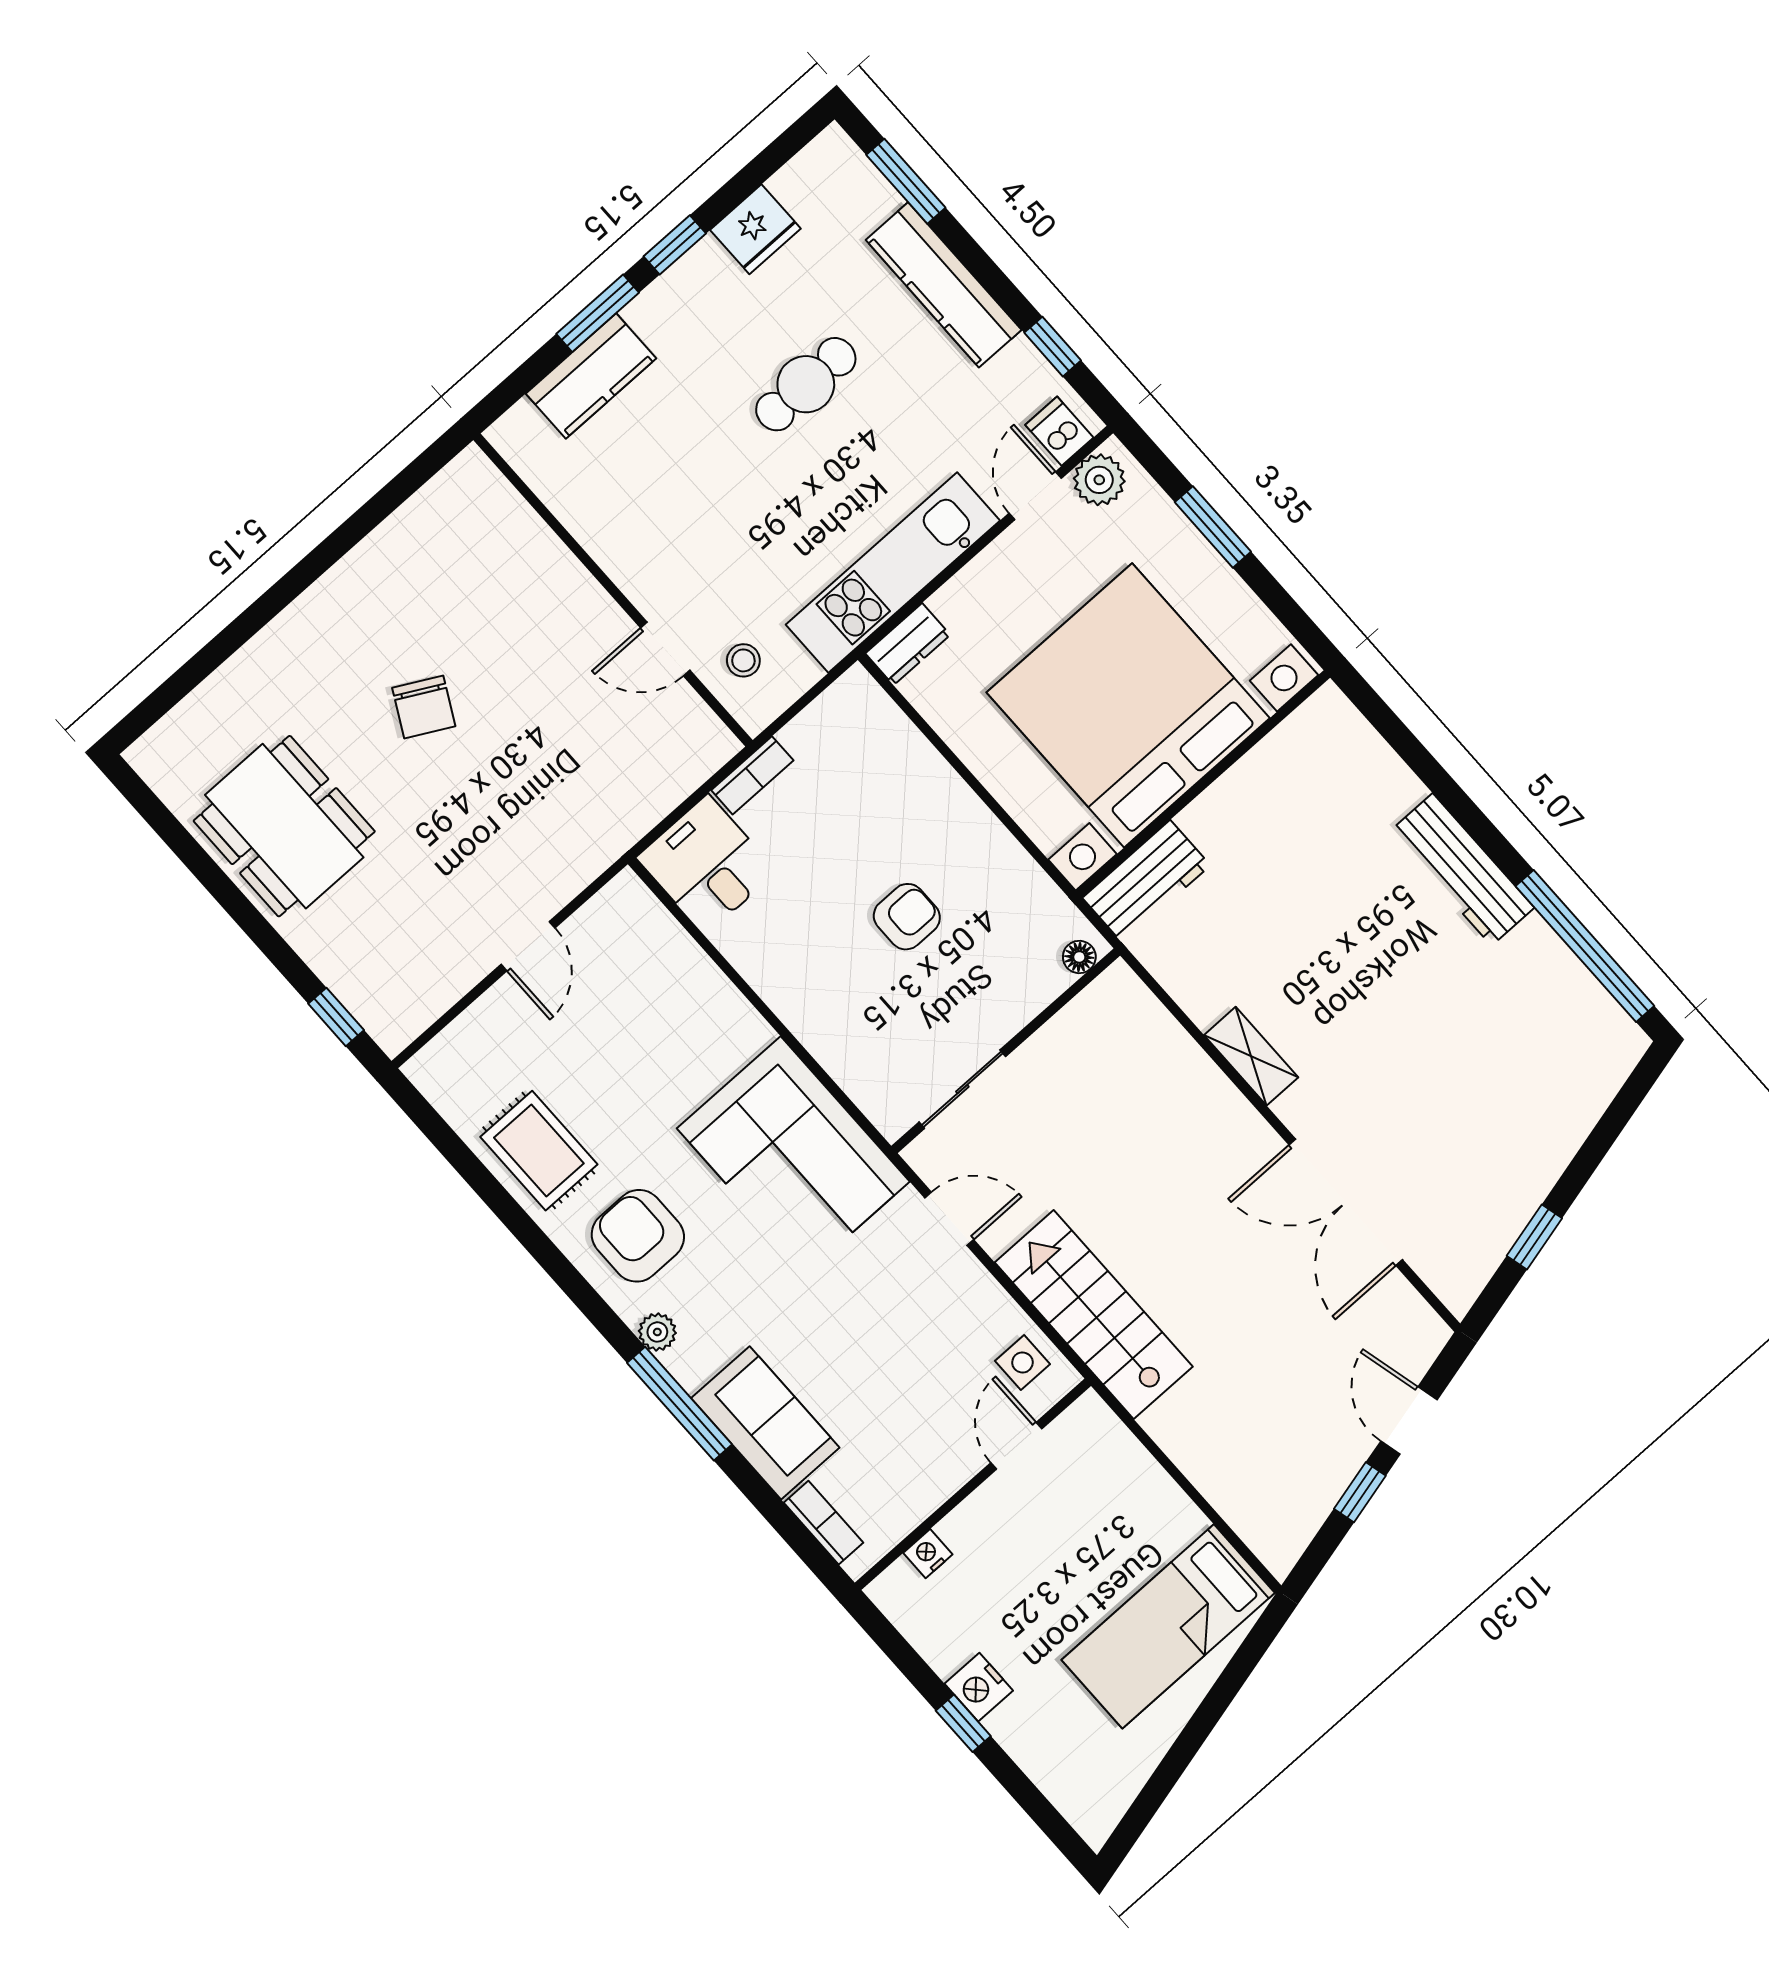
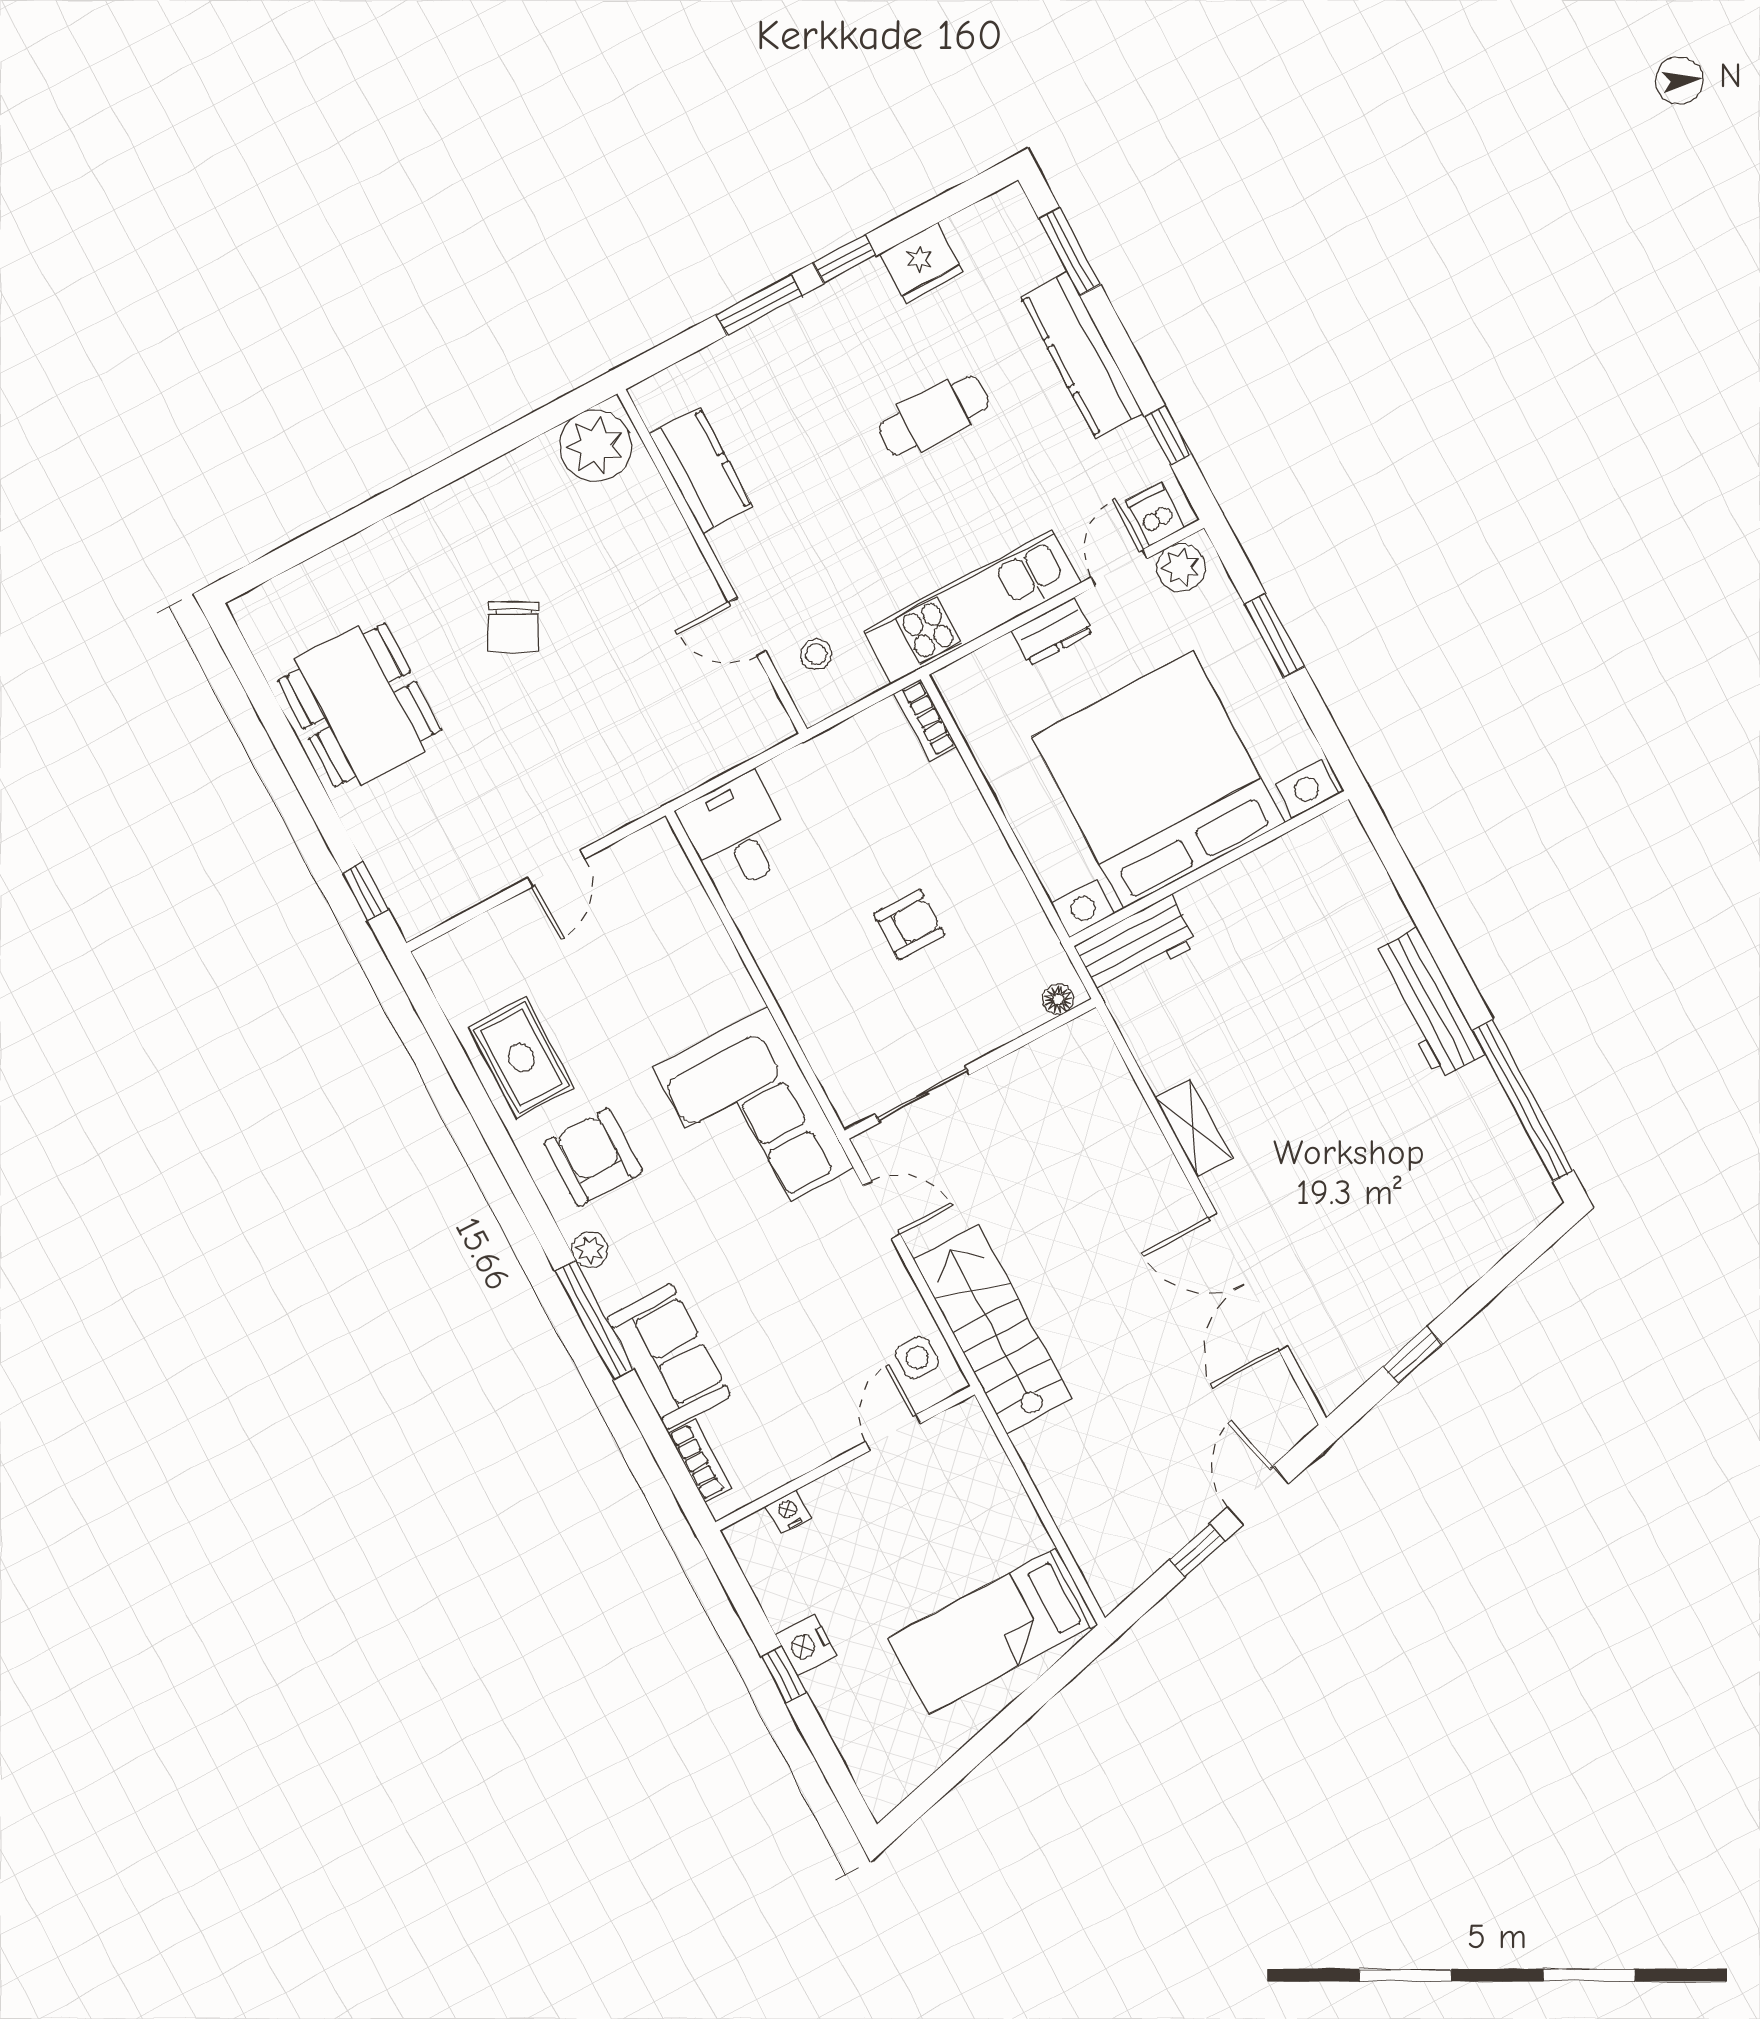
kitchen counter: (591, 376) -> (701, 470), moved, turned -90
plant: (464, 500) -> (595, 446), added
dresser: (908, 644) -> (1052, 632), moved
bookcase: (752, 775) -> (925, 720), moved, turned 90

